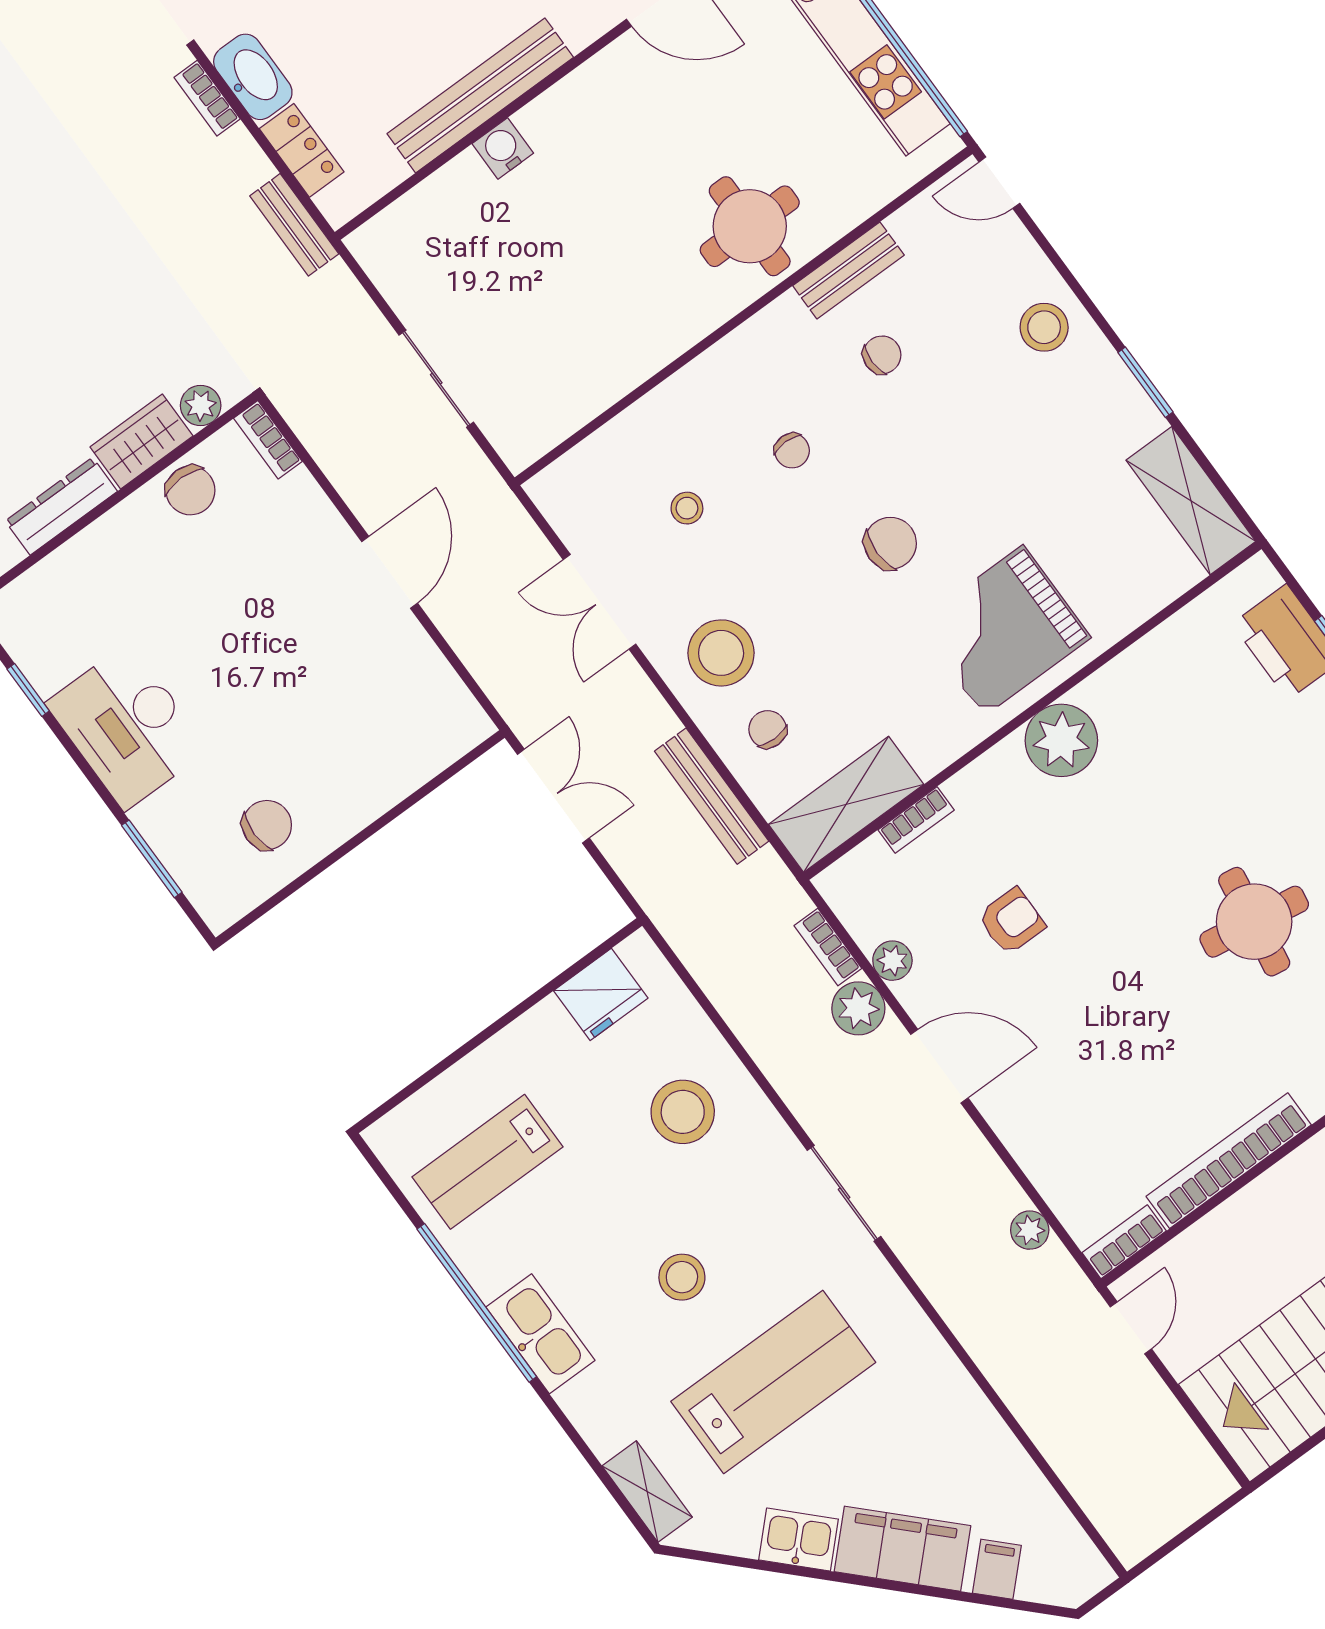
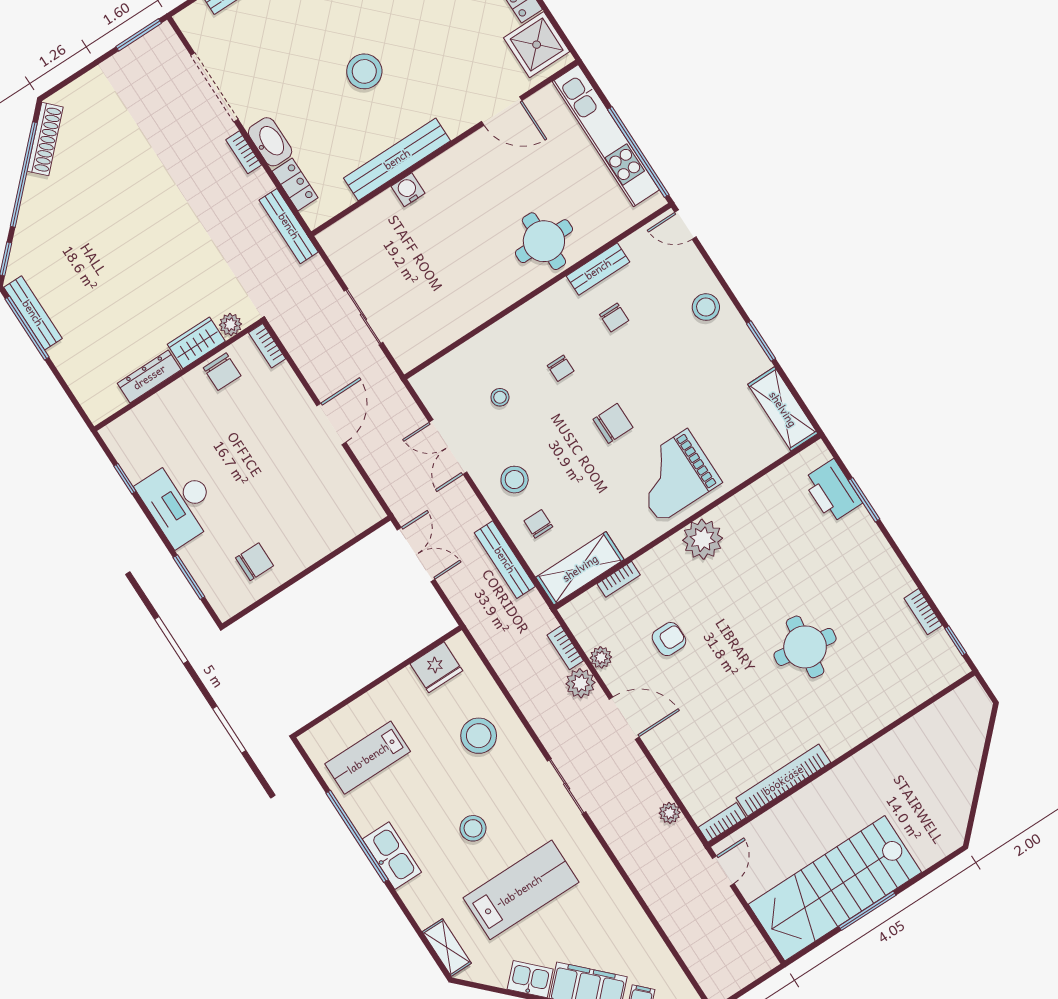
bench: (294, 225) -> (289, 226), width x1.36
chair: (882, 355) -> (614, 317), turned 90
stool: (721, 653) -> (515, 480), width x0.73, depth x0.73

